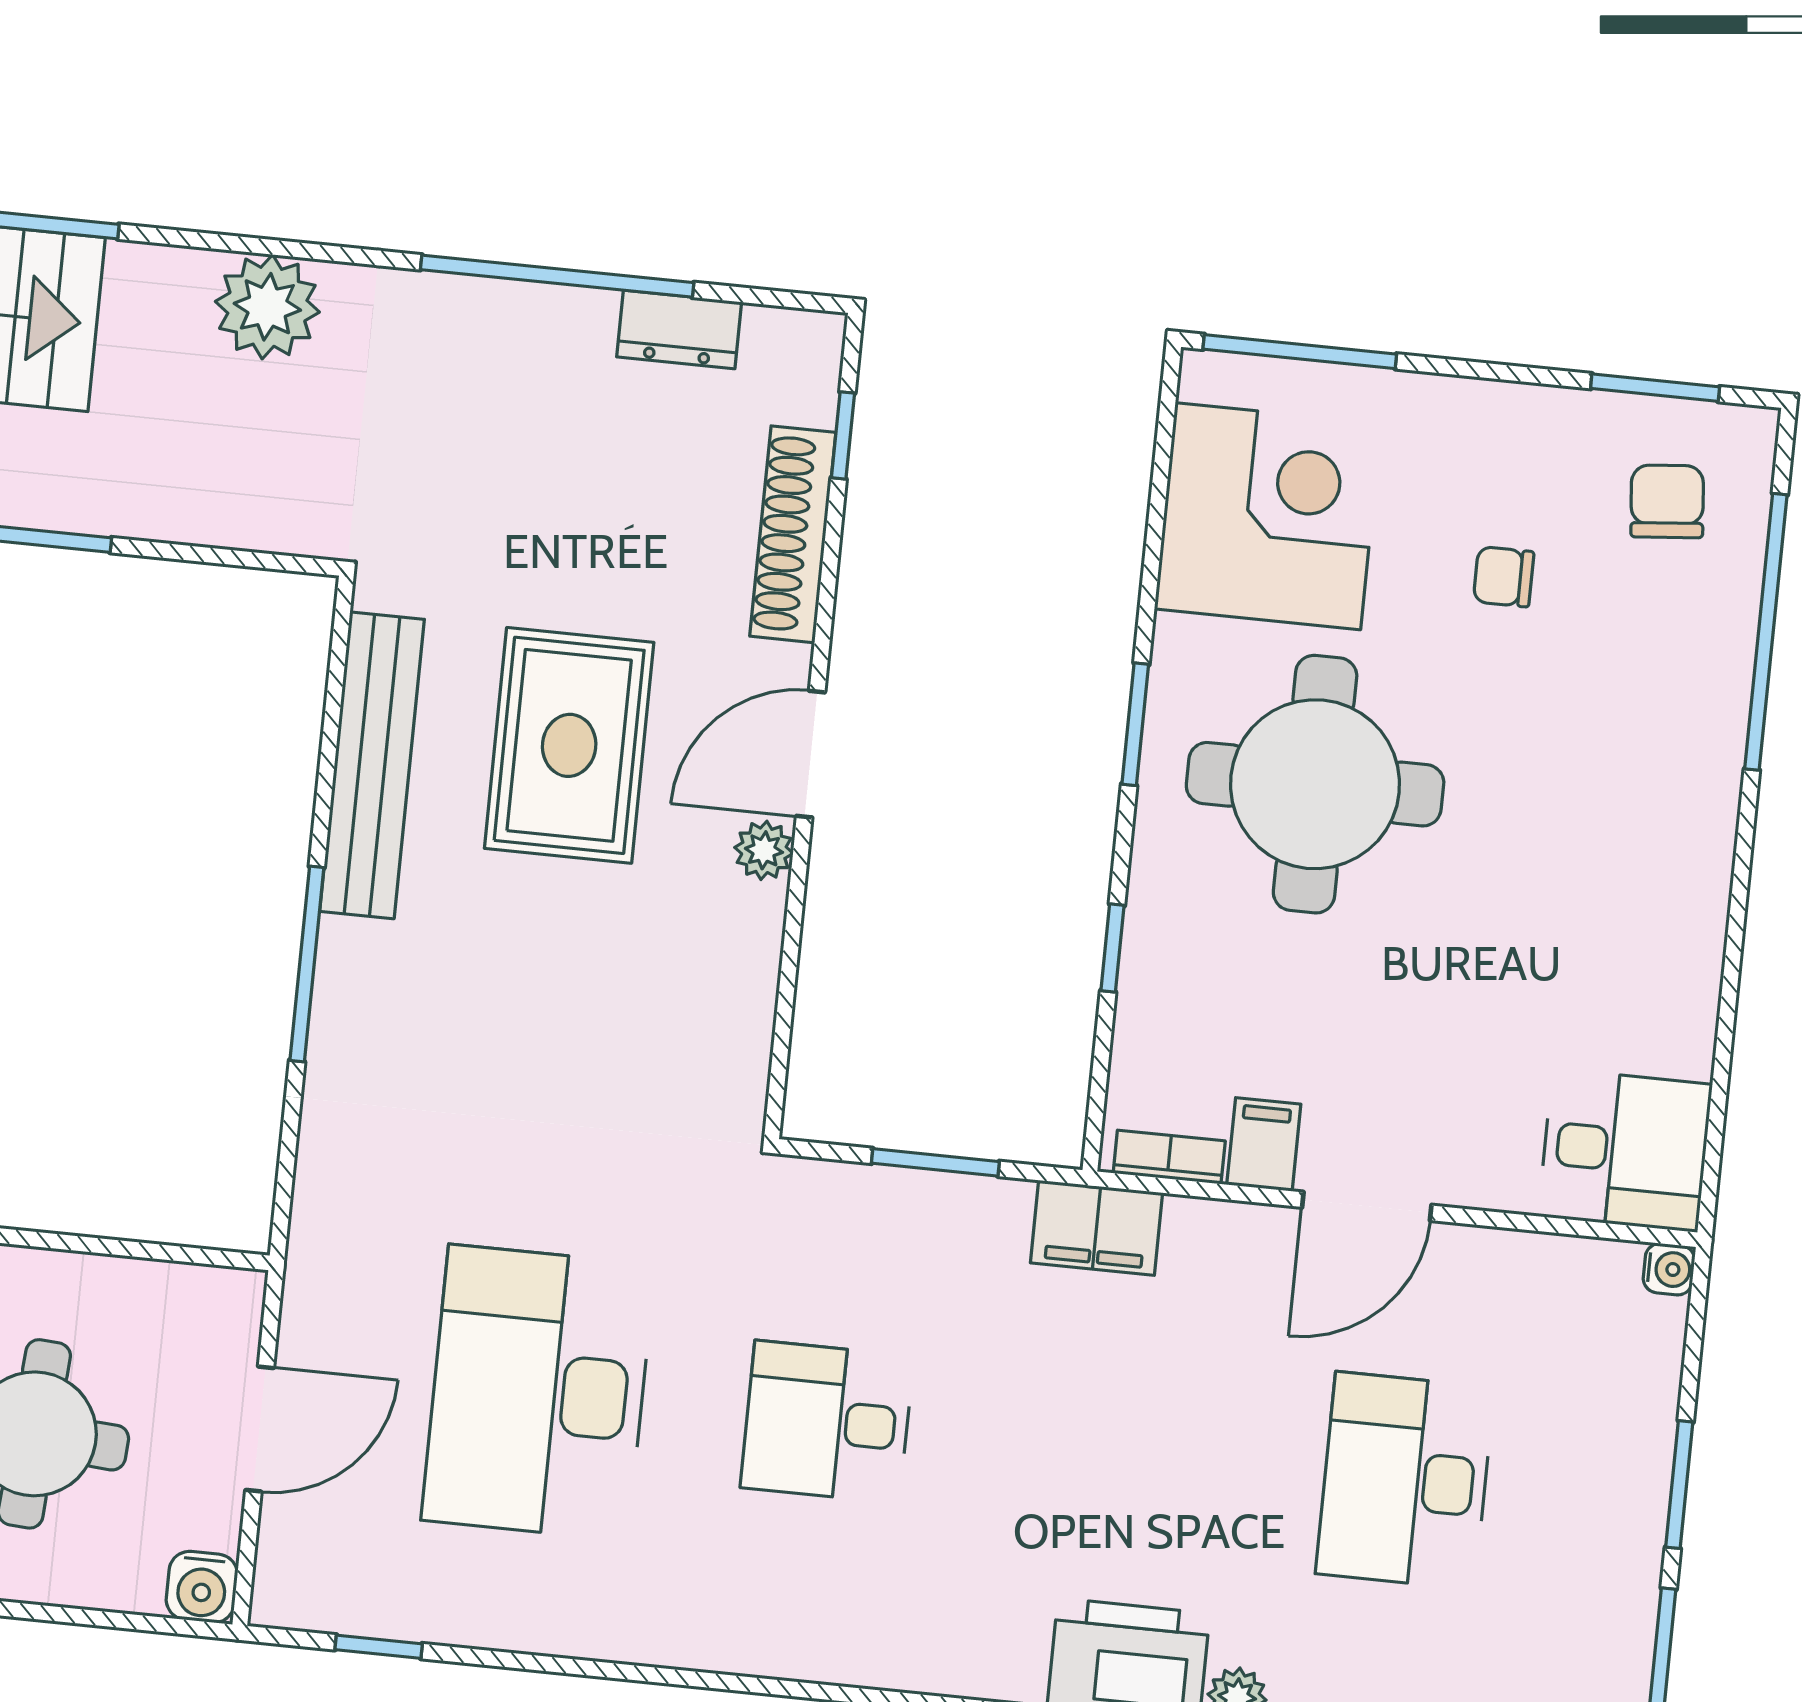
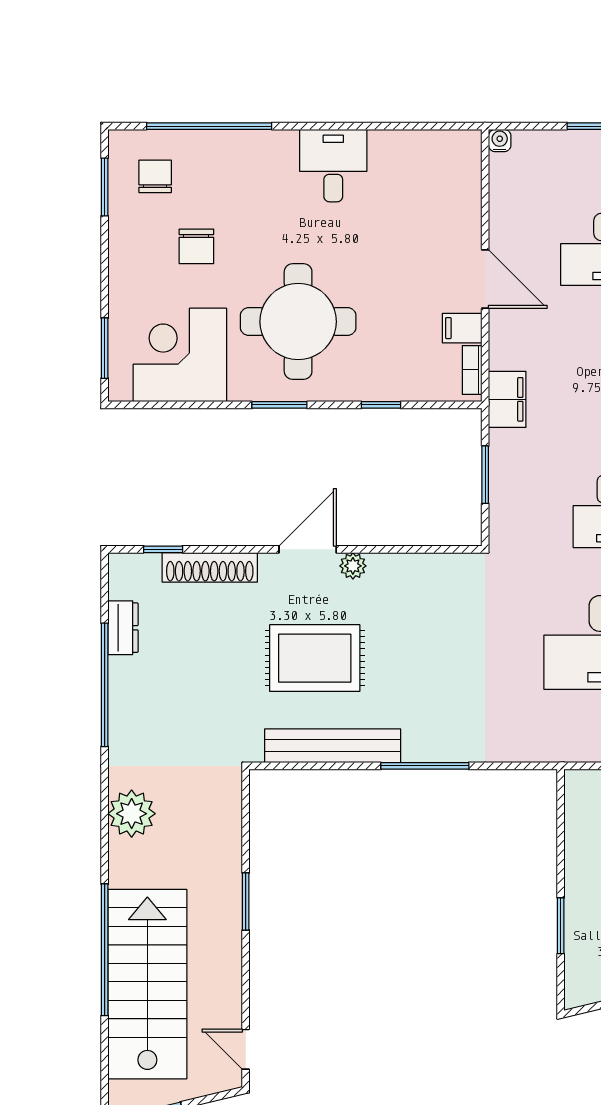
window: (1300, 352) -> (105, 348), width x0.69
chair: (1667, 501) -> (155, 176), turned 95
chair: (1504, 577) -> (196, 246), width x1.37, depth x1.37
door: (811, 754) -> (308, 549), swing flipped
desk: (1625, 1150) -> (333, 166), moved

